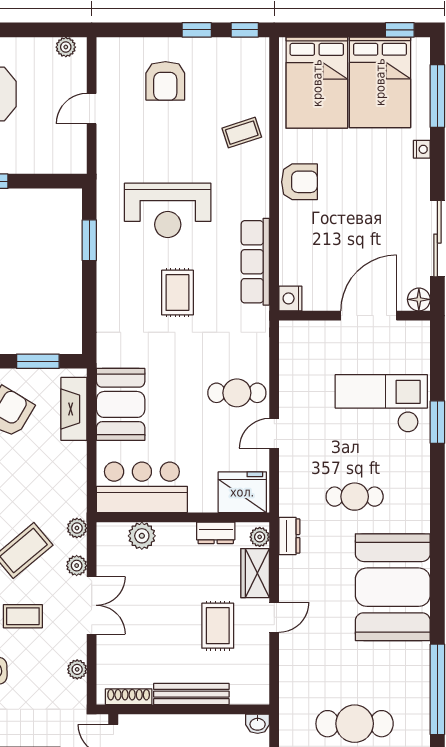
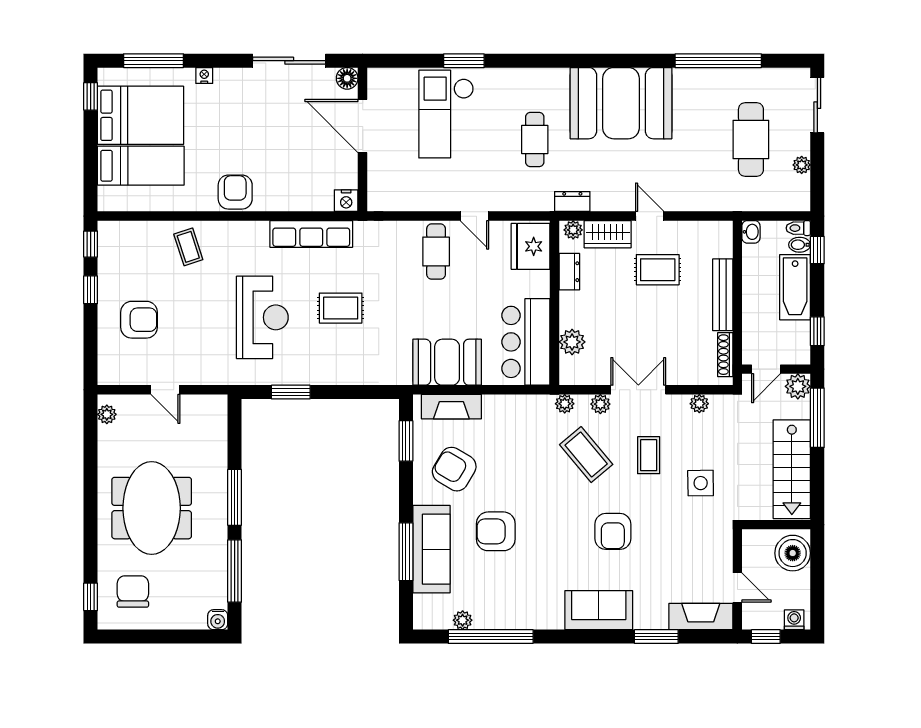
bed: (317, 83) -> (141, 166), width x0.67

